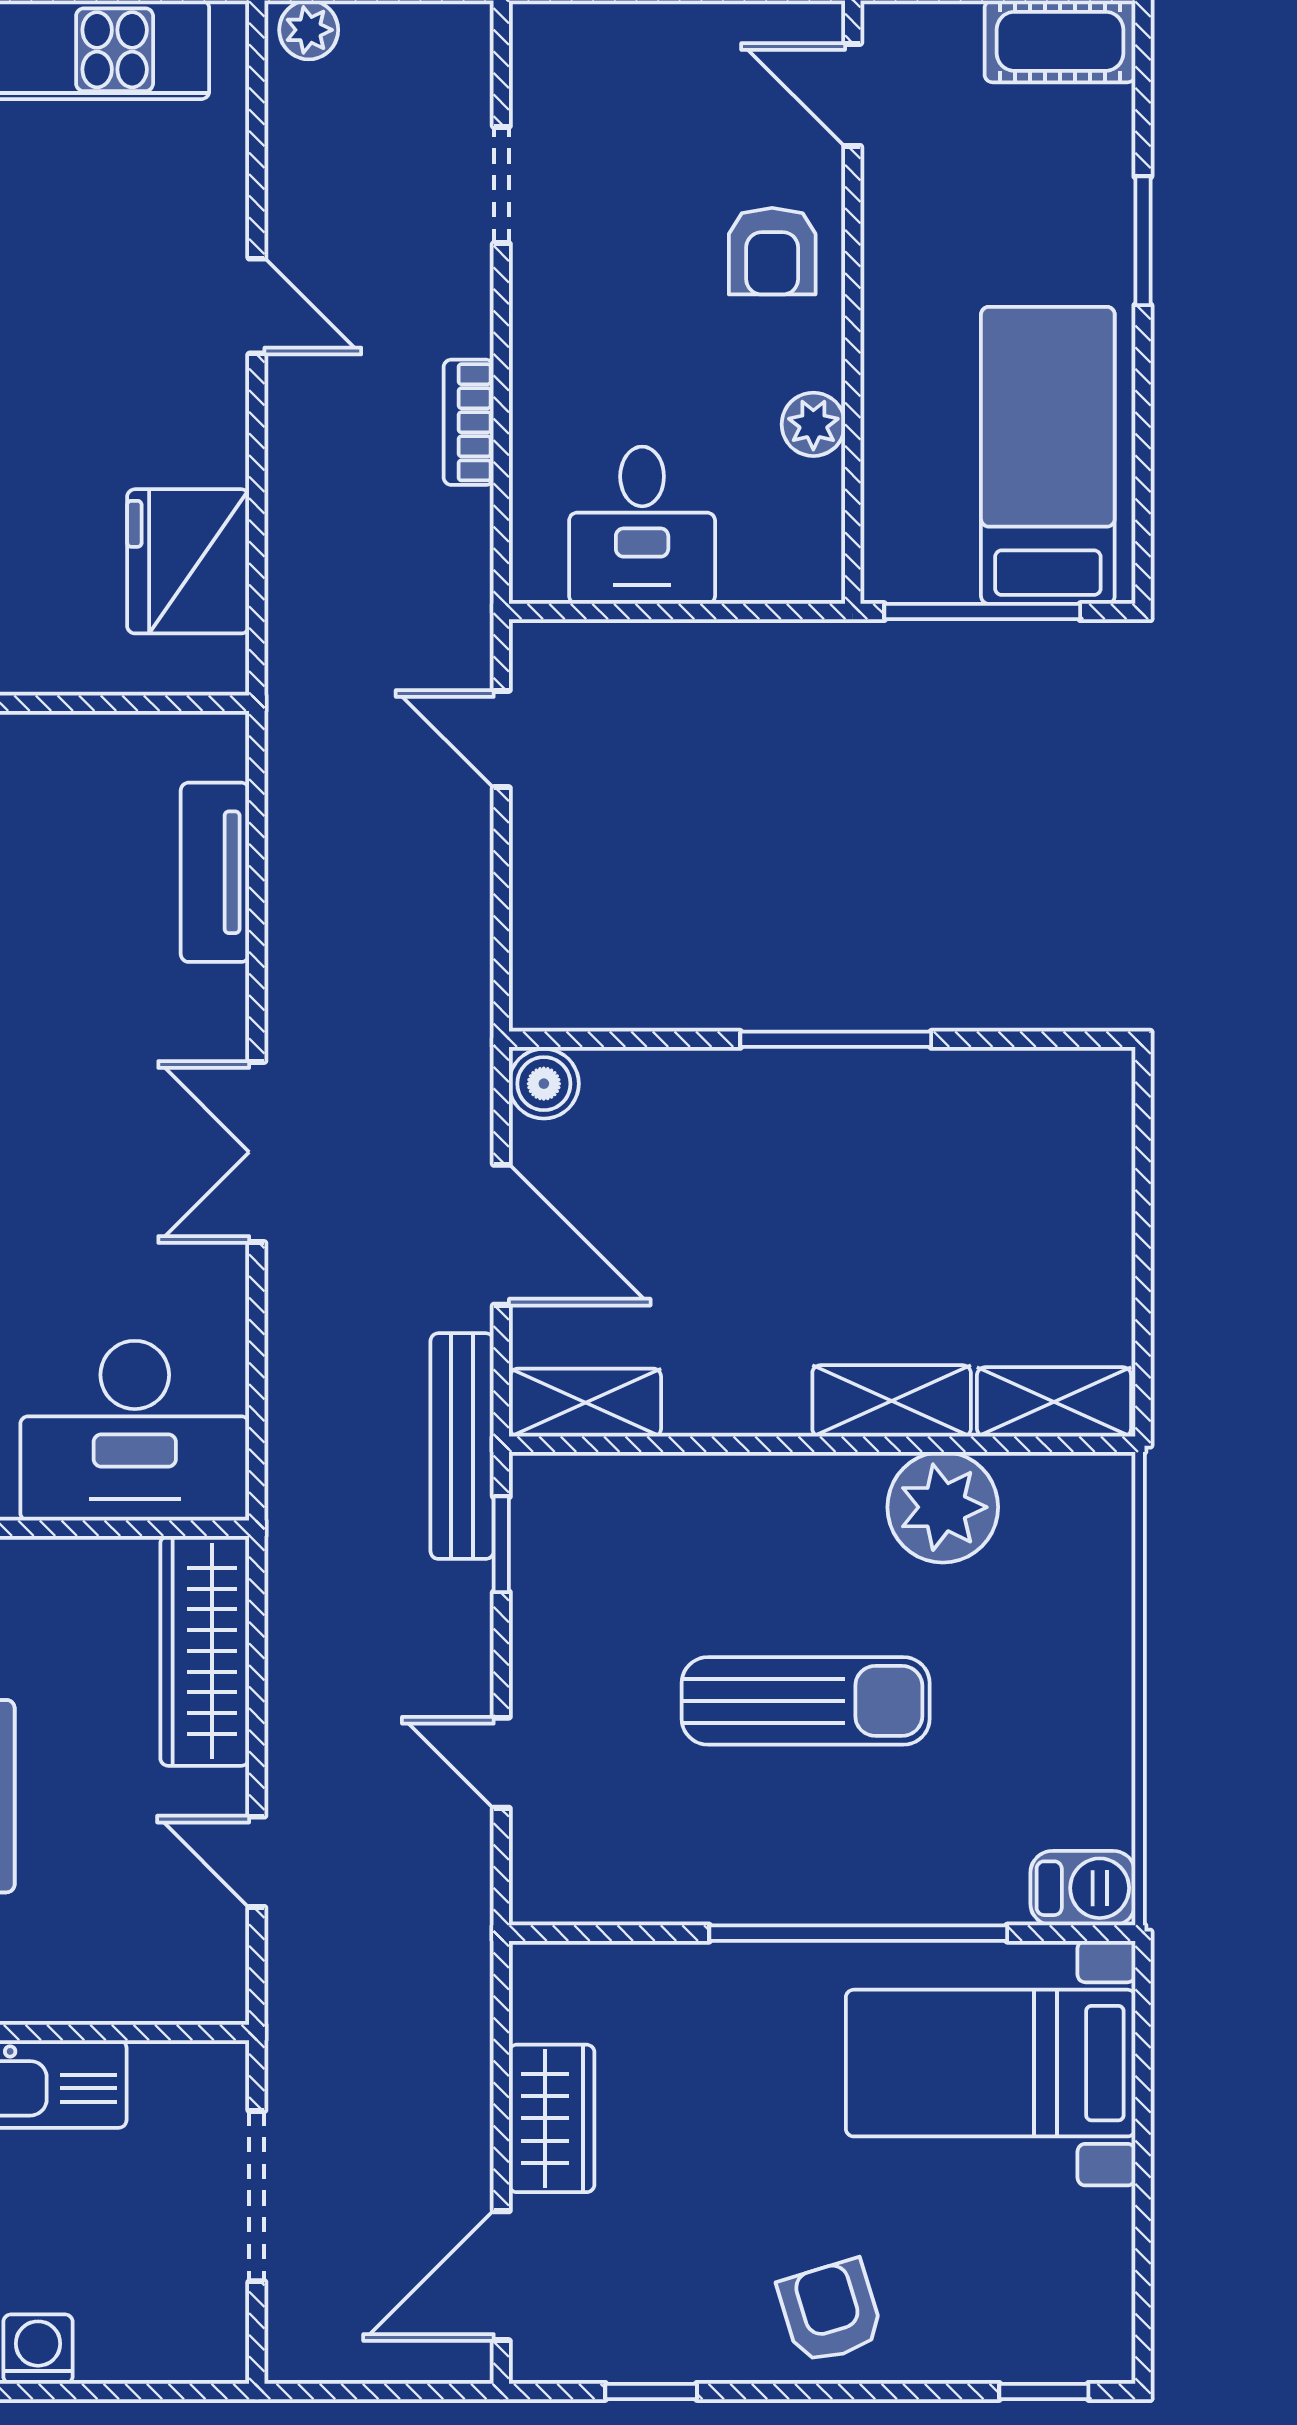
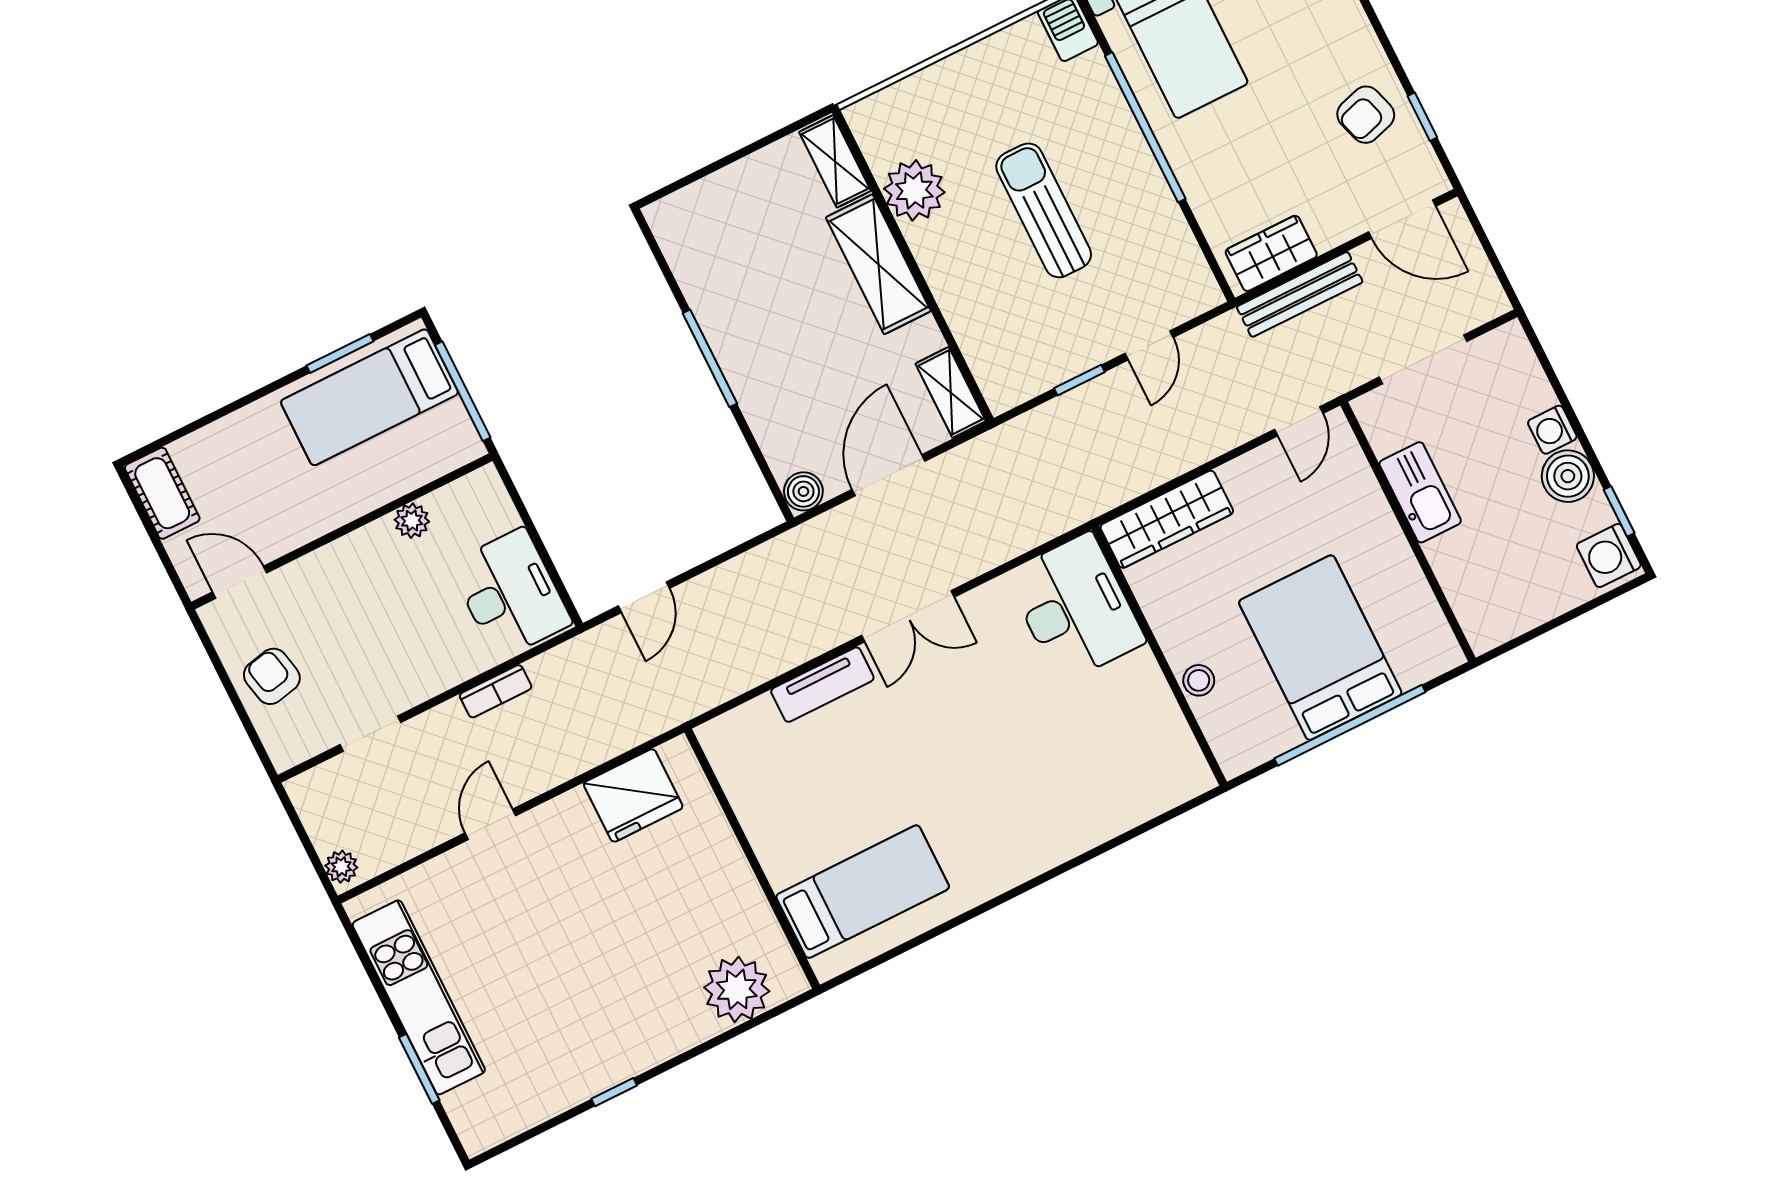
door: (853, 95) -> (240, 582), swing flipped
window: (1143, 241) -> (340, 353), moved
armchair: (772, 251) -> (272, 676), moved, turned -102
desk: (642, 525) -> (510, 594), width x1.37
tv unit: (215, 872) -> (822, 685), moved
shelving: (892, 1401) -> (878, 264), width x1.50, depth x1.33
bench: (462, 1446) -> (1300, 294), moved
window: (501, 1544) -> (1079, 380), moved
door: (257, 1862) -> (1299, 421), moved
wardrobe: (552, 2118) -> (1271, 253), moved
armchair: (830, 2312) -> (1366, 115), moved

